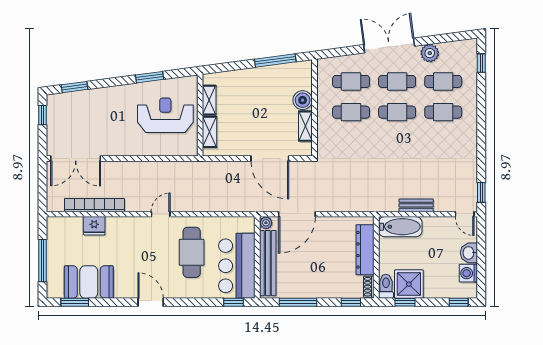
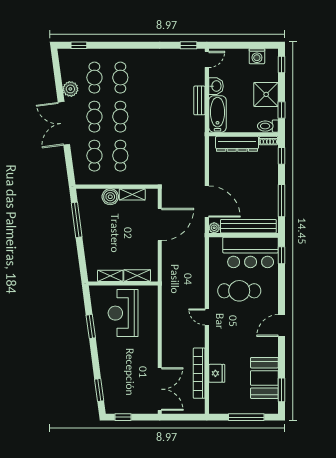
washbasin: (469, 253) -> (216, 86), moved, turned -90
shower: (409, 284) -> (266, 94), moved

